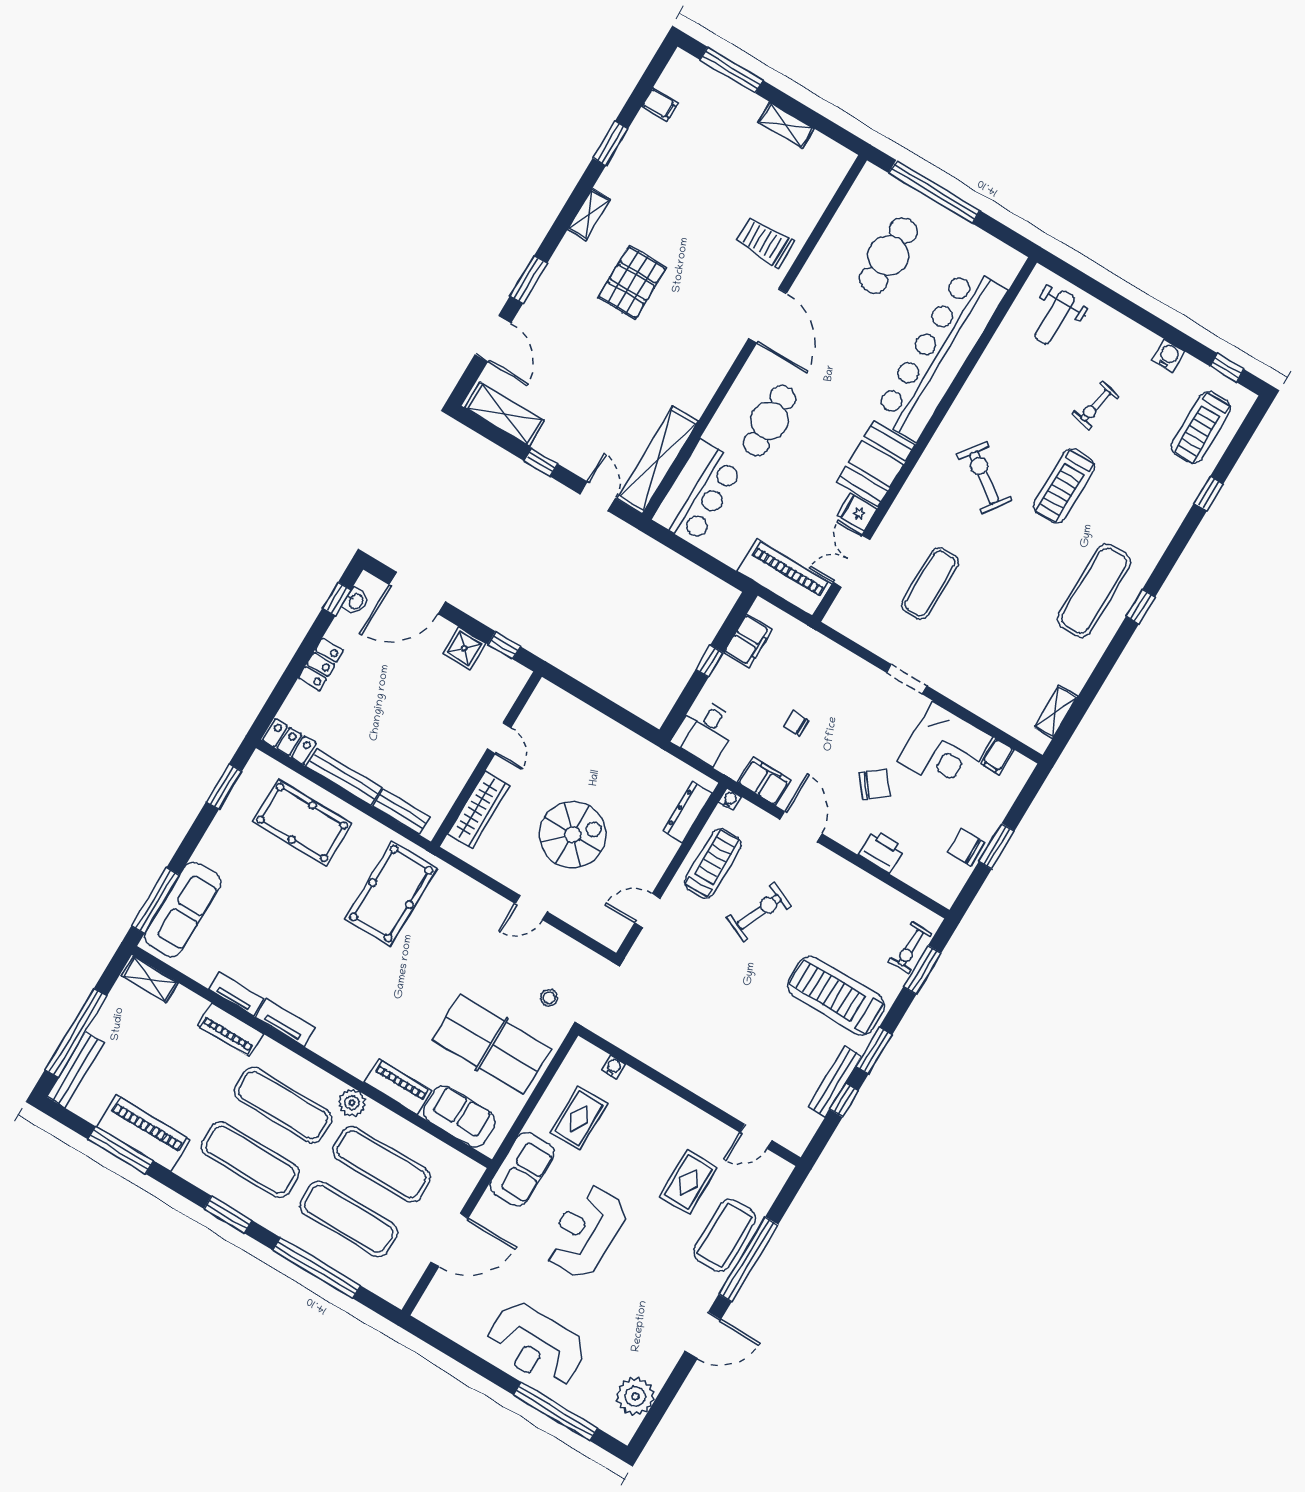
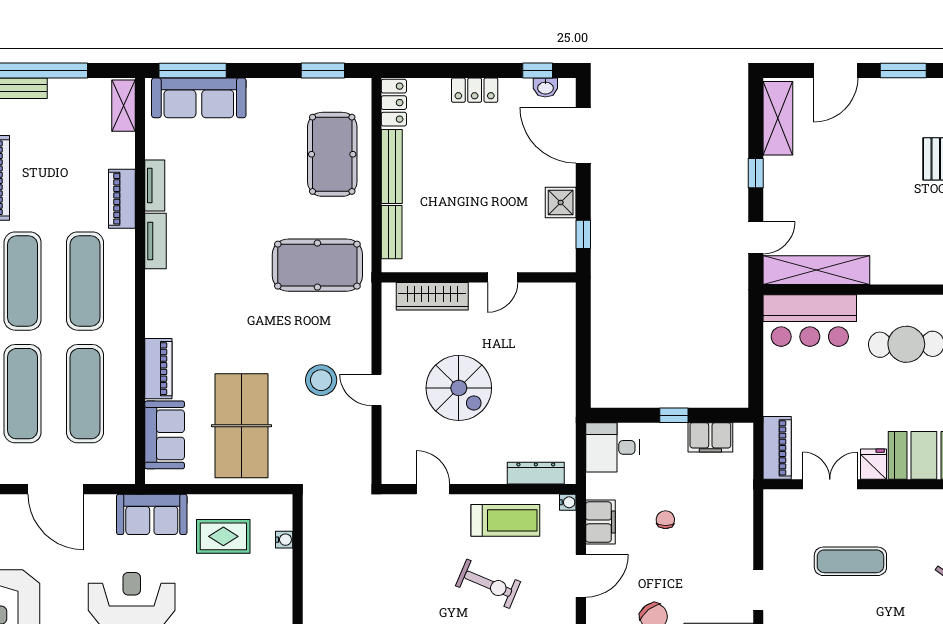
piano: (785, 578) -> (777, 448), width x0.73, depth x0.75
stool: (549, 998) -> (321, 380), moved, width x1.89, depth x1.89
plant: (352, 1103) -> (122, 338), removed

